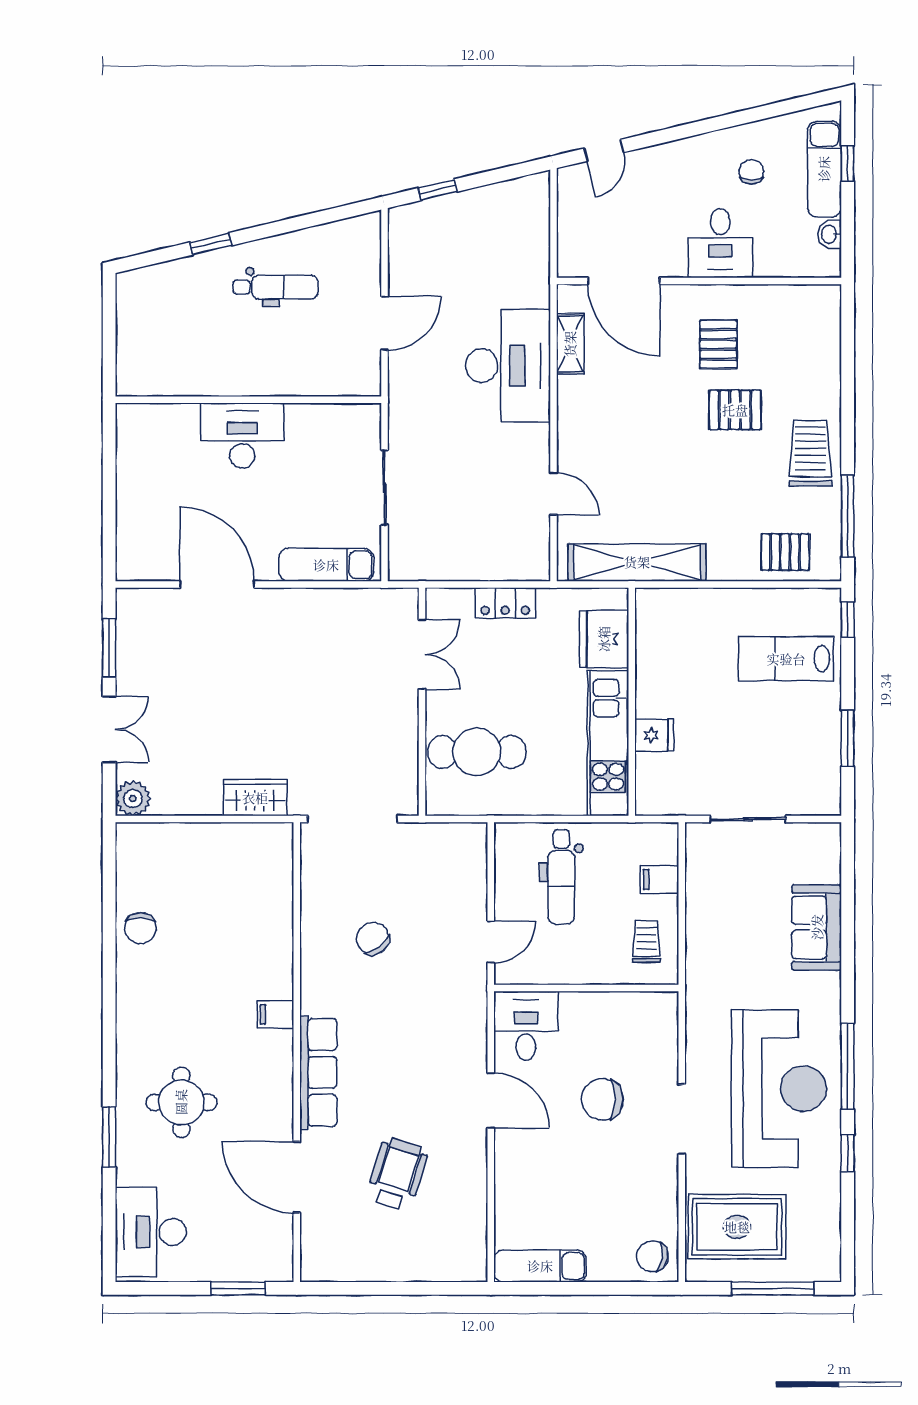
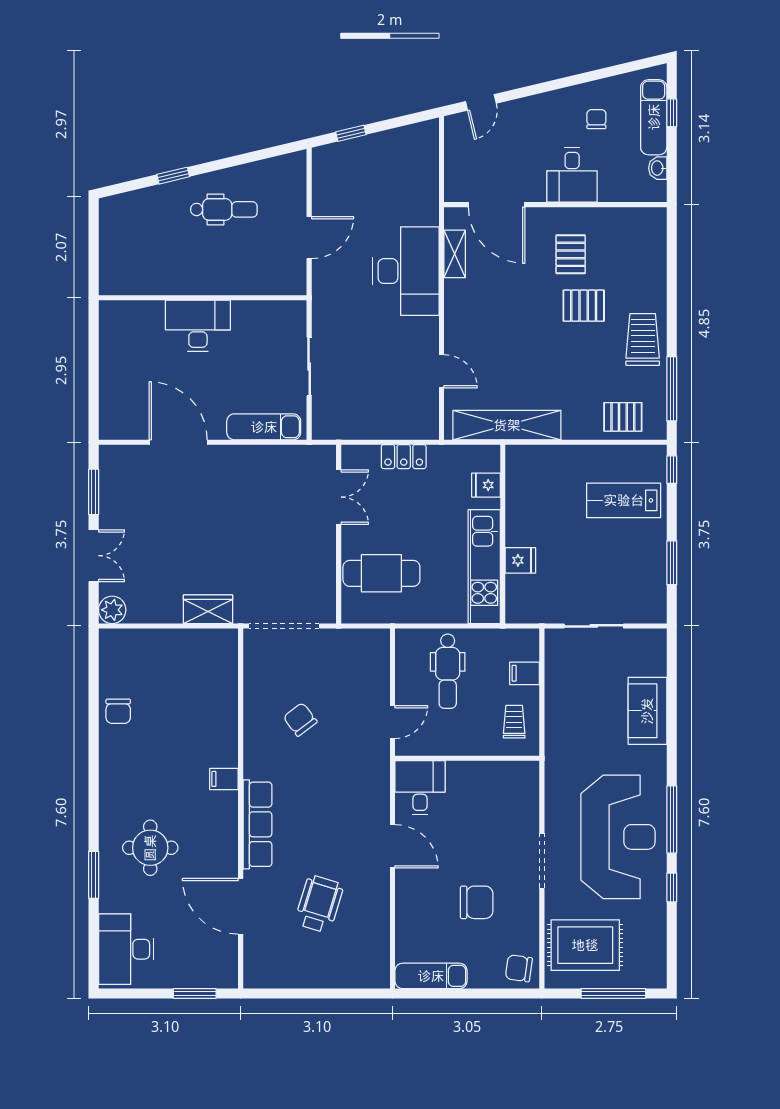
fridge: (604, 639) -> (486, 485), width x0.53, depth x0.75
chair: (602, 1099) -> (477, 902), moved, turned 180

